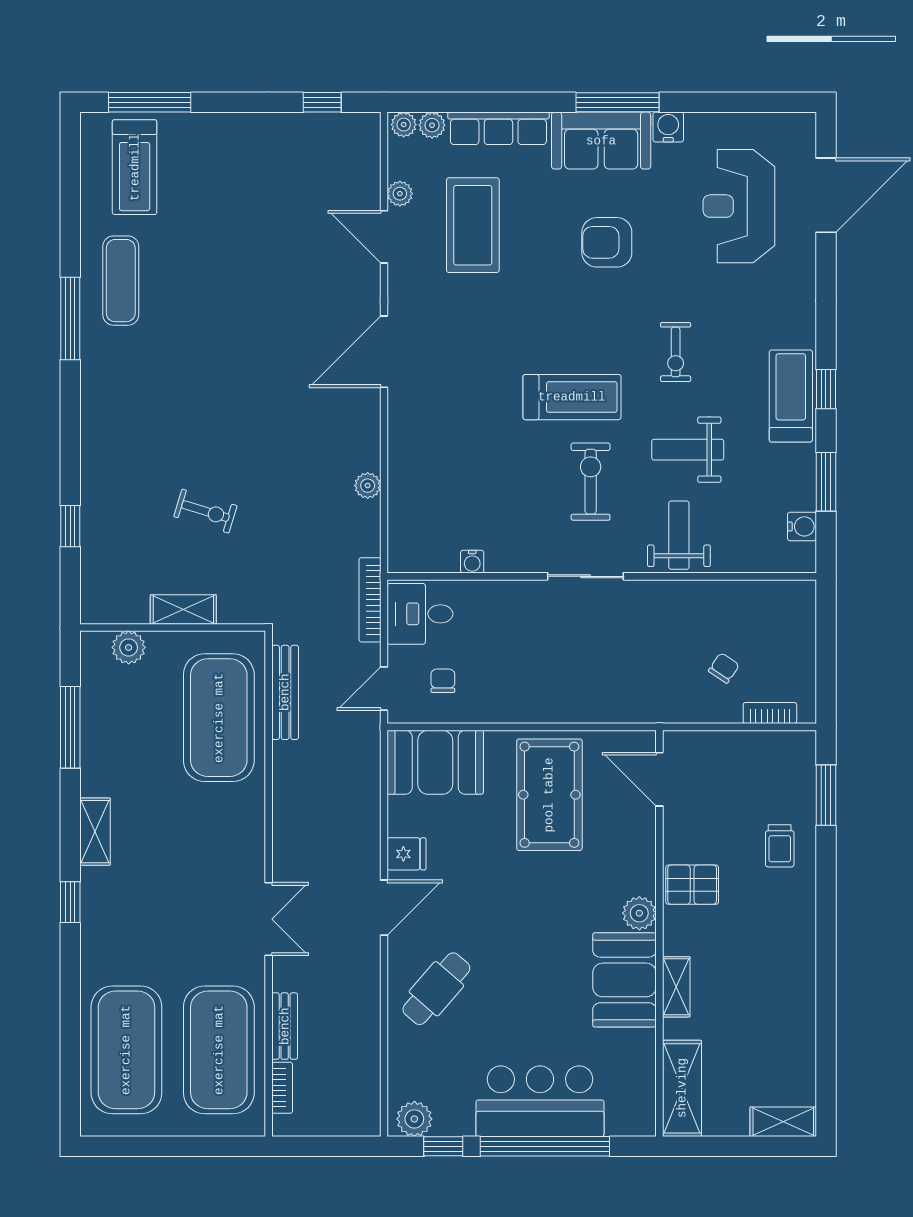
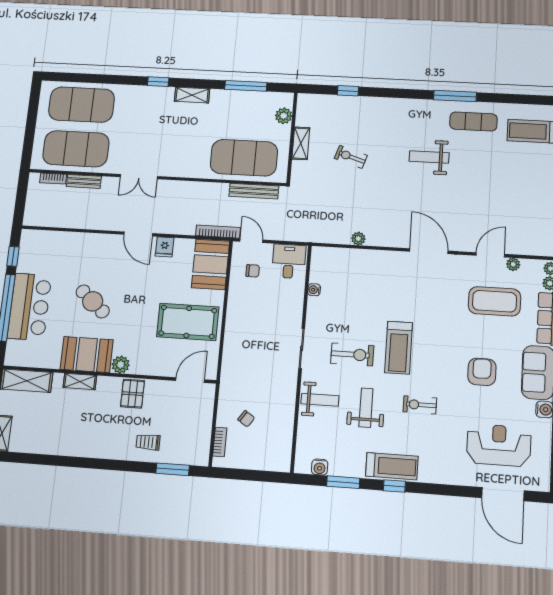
weight bench: (197, 361) -> (429, 157), added
exercise bike: (205, 511) -> (351, 157), turned 91
bookcase: (370, 600) -> (218, 232), moved
cafe table: (436, 989) -> (93, 301), moved
plant: (414, 1119) -> (29, 243), removed

